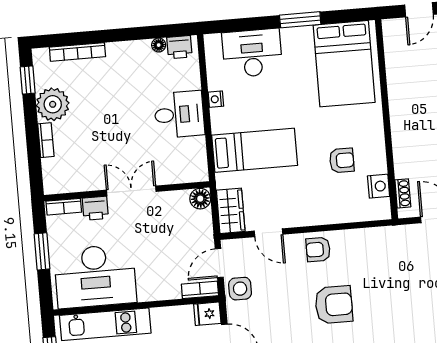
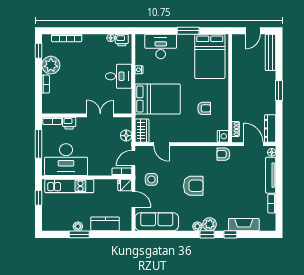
bed: (255, 150) -> (158, 99), width x1.50
nightstand: (379, 186) -> (223, 136), moved
double door: (131, 191) -> (100, 115), moved
floor lamp: (200, 199) -> (126, 136), moved
armchair: (318, 249) -> (223, 154), moved
window: (42, 251) -> (38, 144), width x1.44
side table: (240, 289) -> (151, 179), moved

